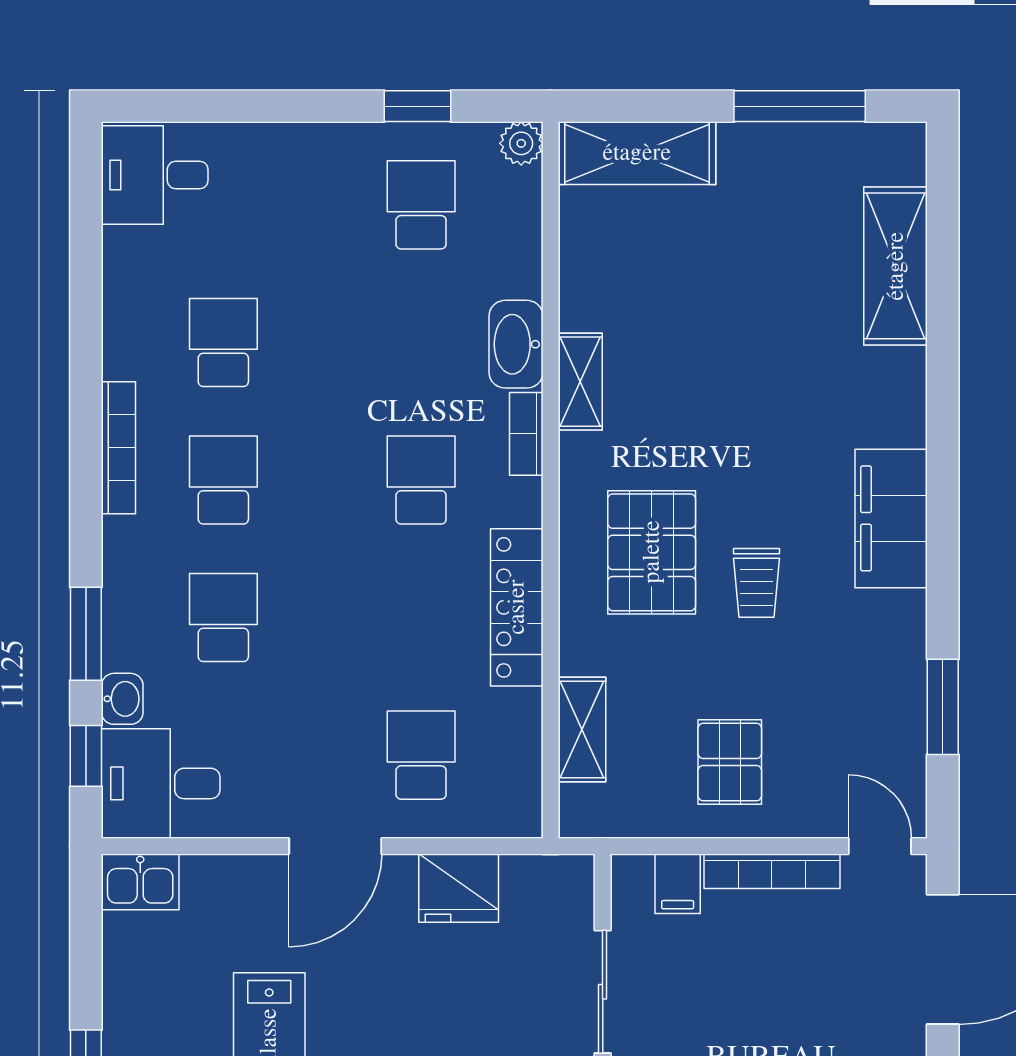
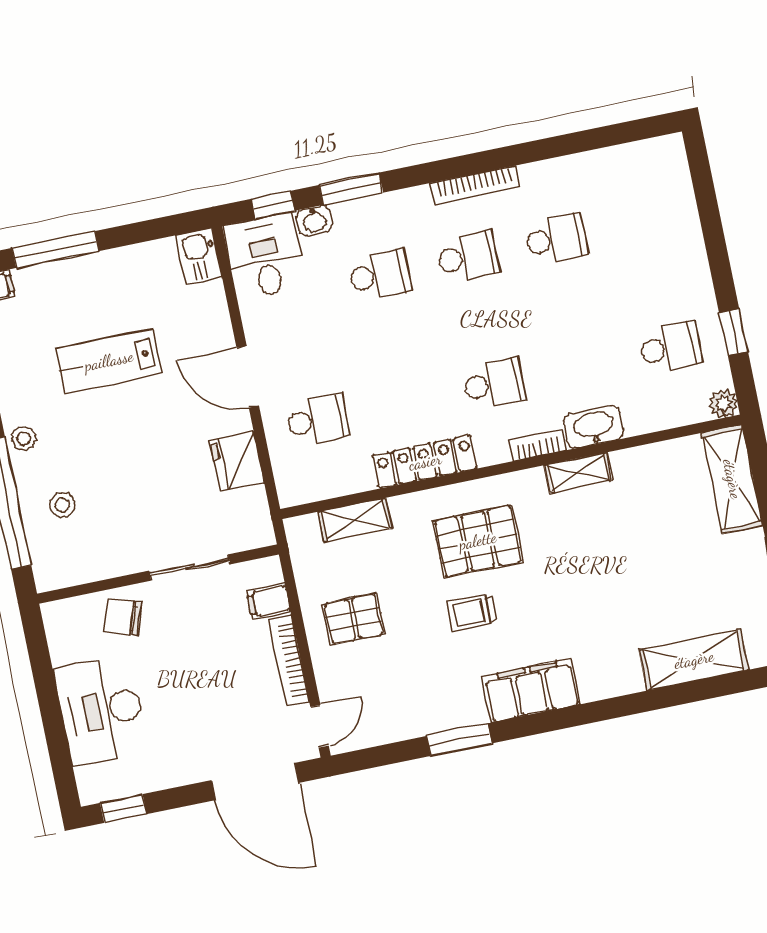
desk: (155, 175) -> (655, 172), removed
window: (943, 707) -> (459, 740), moved

